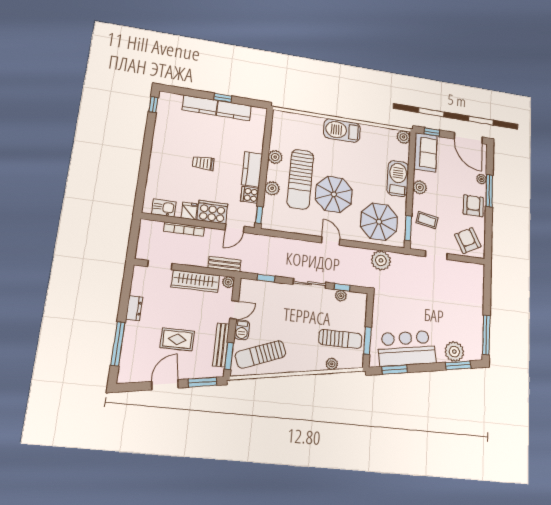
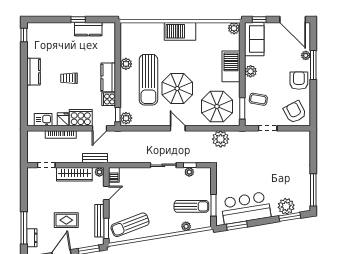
kitchen counter: (200, 105) -> (33, 72), moved, turned -90
plant: (272, 188) -> (126, 118), moved
window: (266, 278) -> (128, 165), removed
dresser: (134, 308) -> (32, 238), moved
barbecue: (242, 330) -> (114, 175), moved

